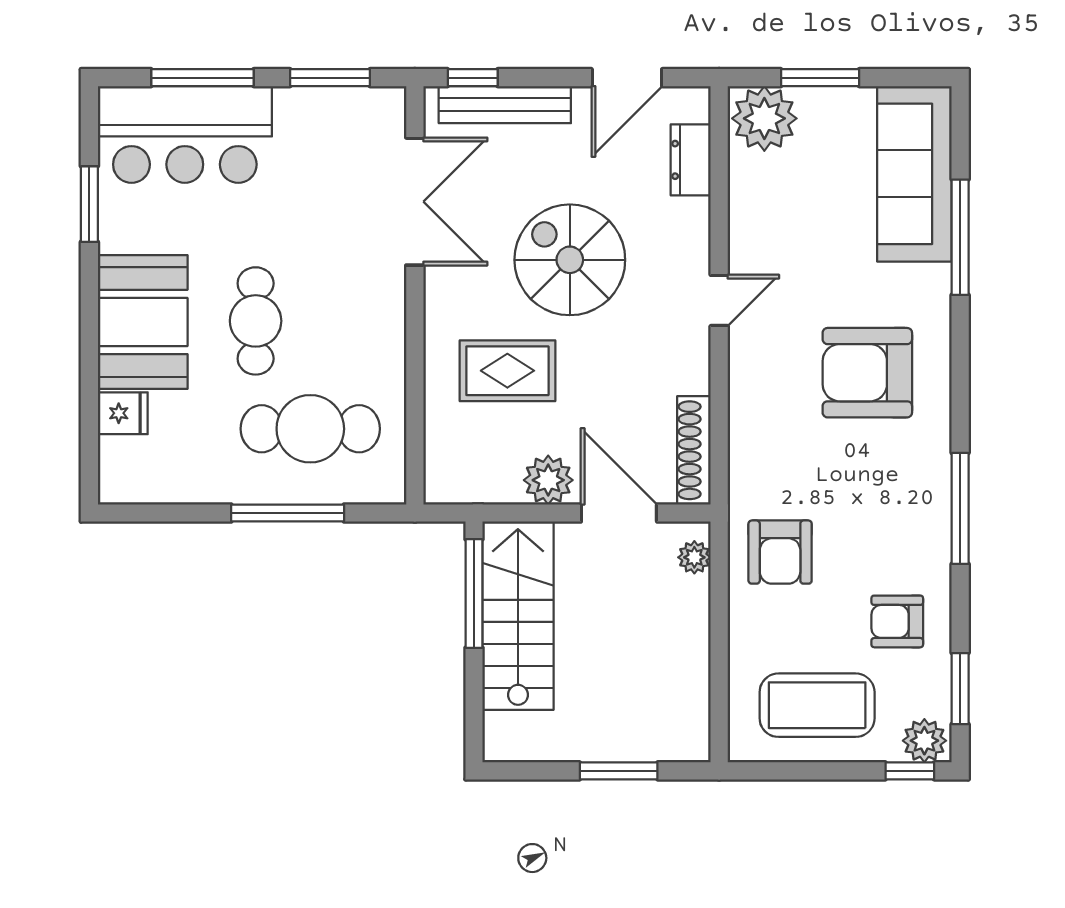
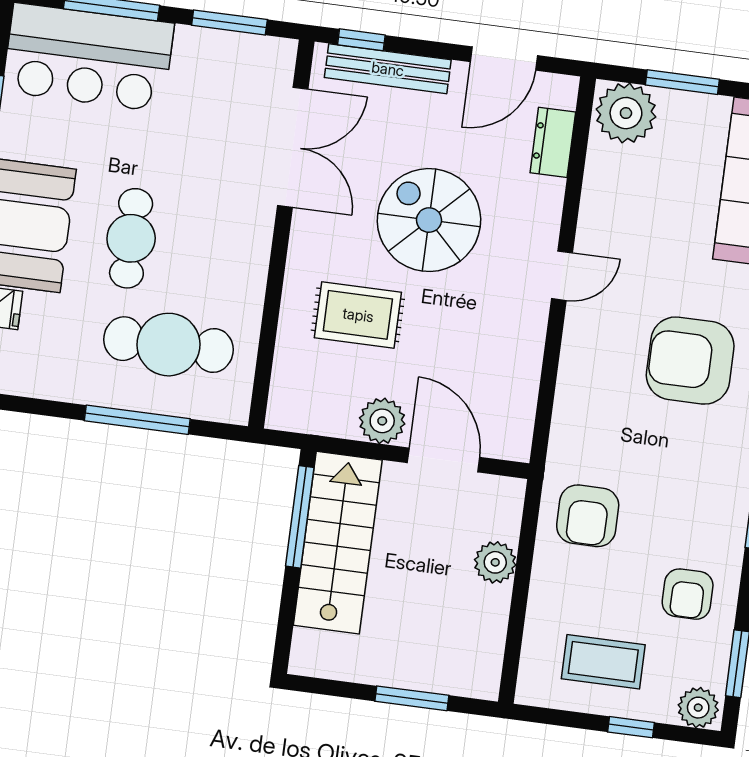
shoe rack: (694, 450) -> (520, 411), removed
plant: (694, 557) -> (495, 562), moved, width x1.38, depth x1.38
armchair: (897, 621) -> (688, 594), turned -90
coffee table: (817, 705) -> (603, 662), width x0.73, depth x0.76
window: (910, 771) -> (631, 727), moved

